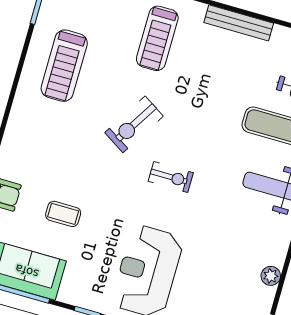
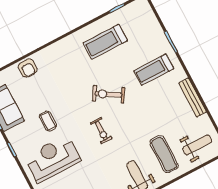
coffee table: (63, 214) -> (48, 121), moved

